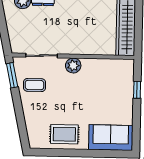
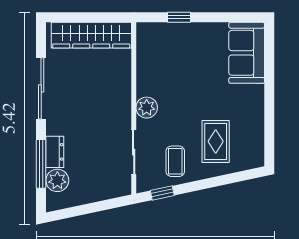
window: (12, 75) -> (162, 193), width x0.67
rug: (64, 134) -> (216, 141), moved

